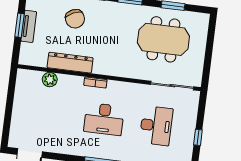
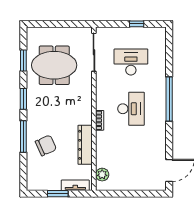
tv unit: (29, 26) -> (75, 185), moved
meeting table: (163, 39) -> (54, 65), turned 90
plant: (50, 80) -> (102, 175), moved

